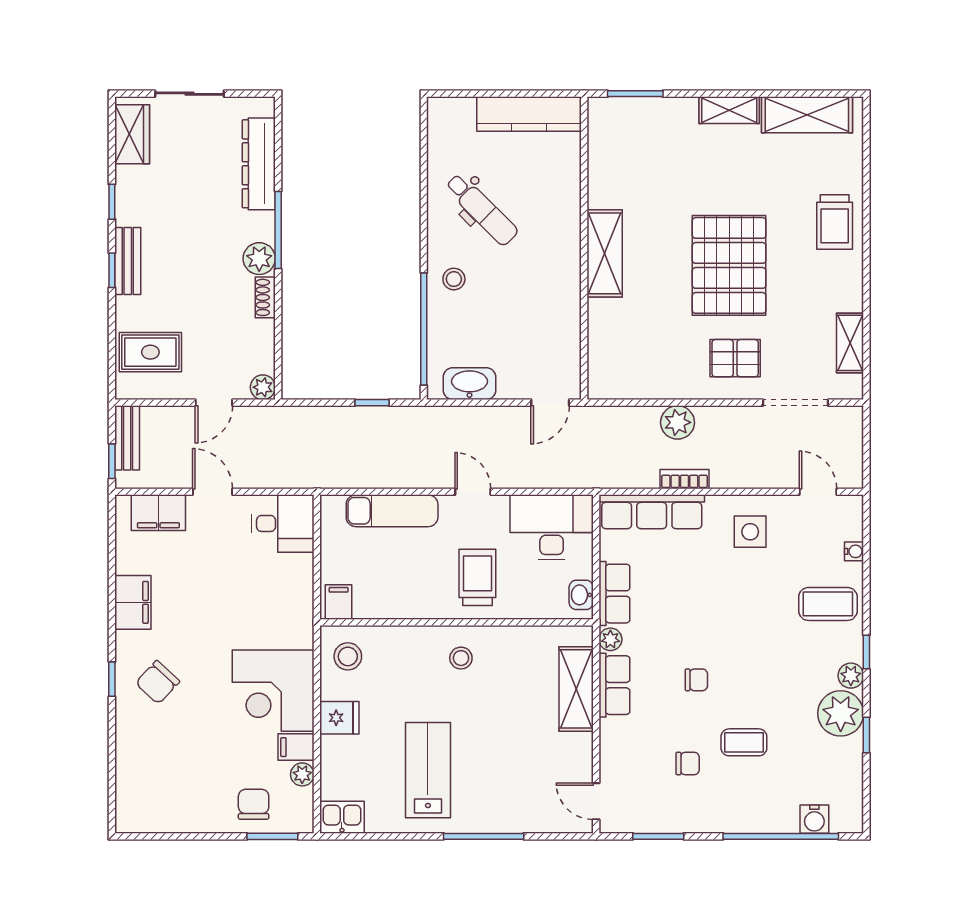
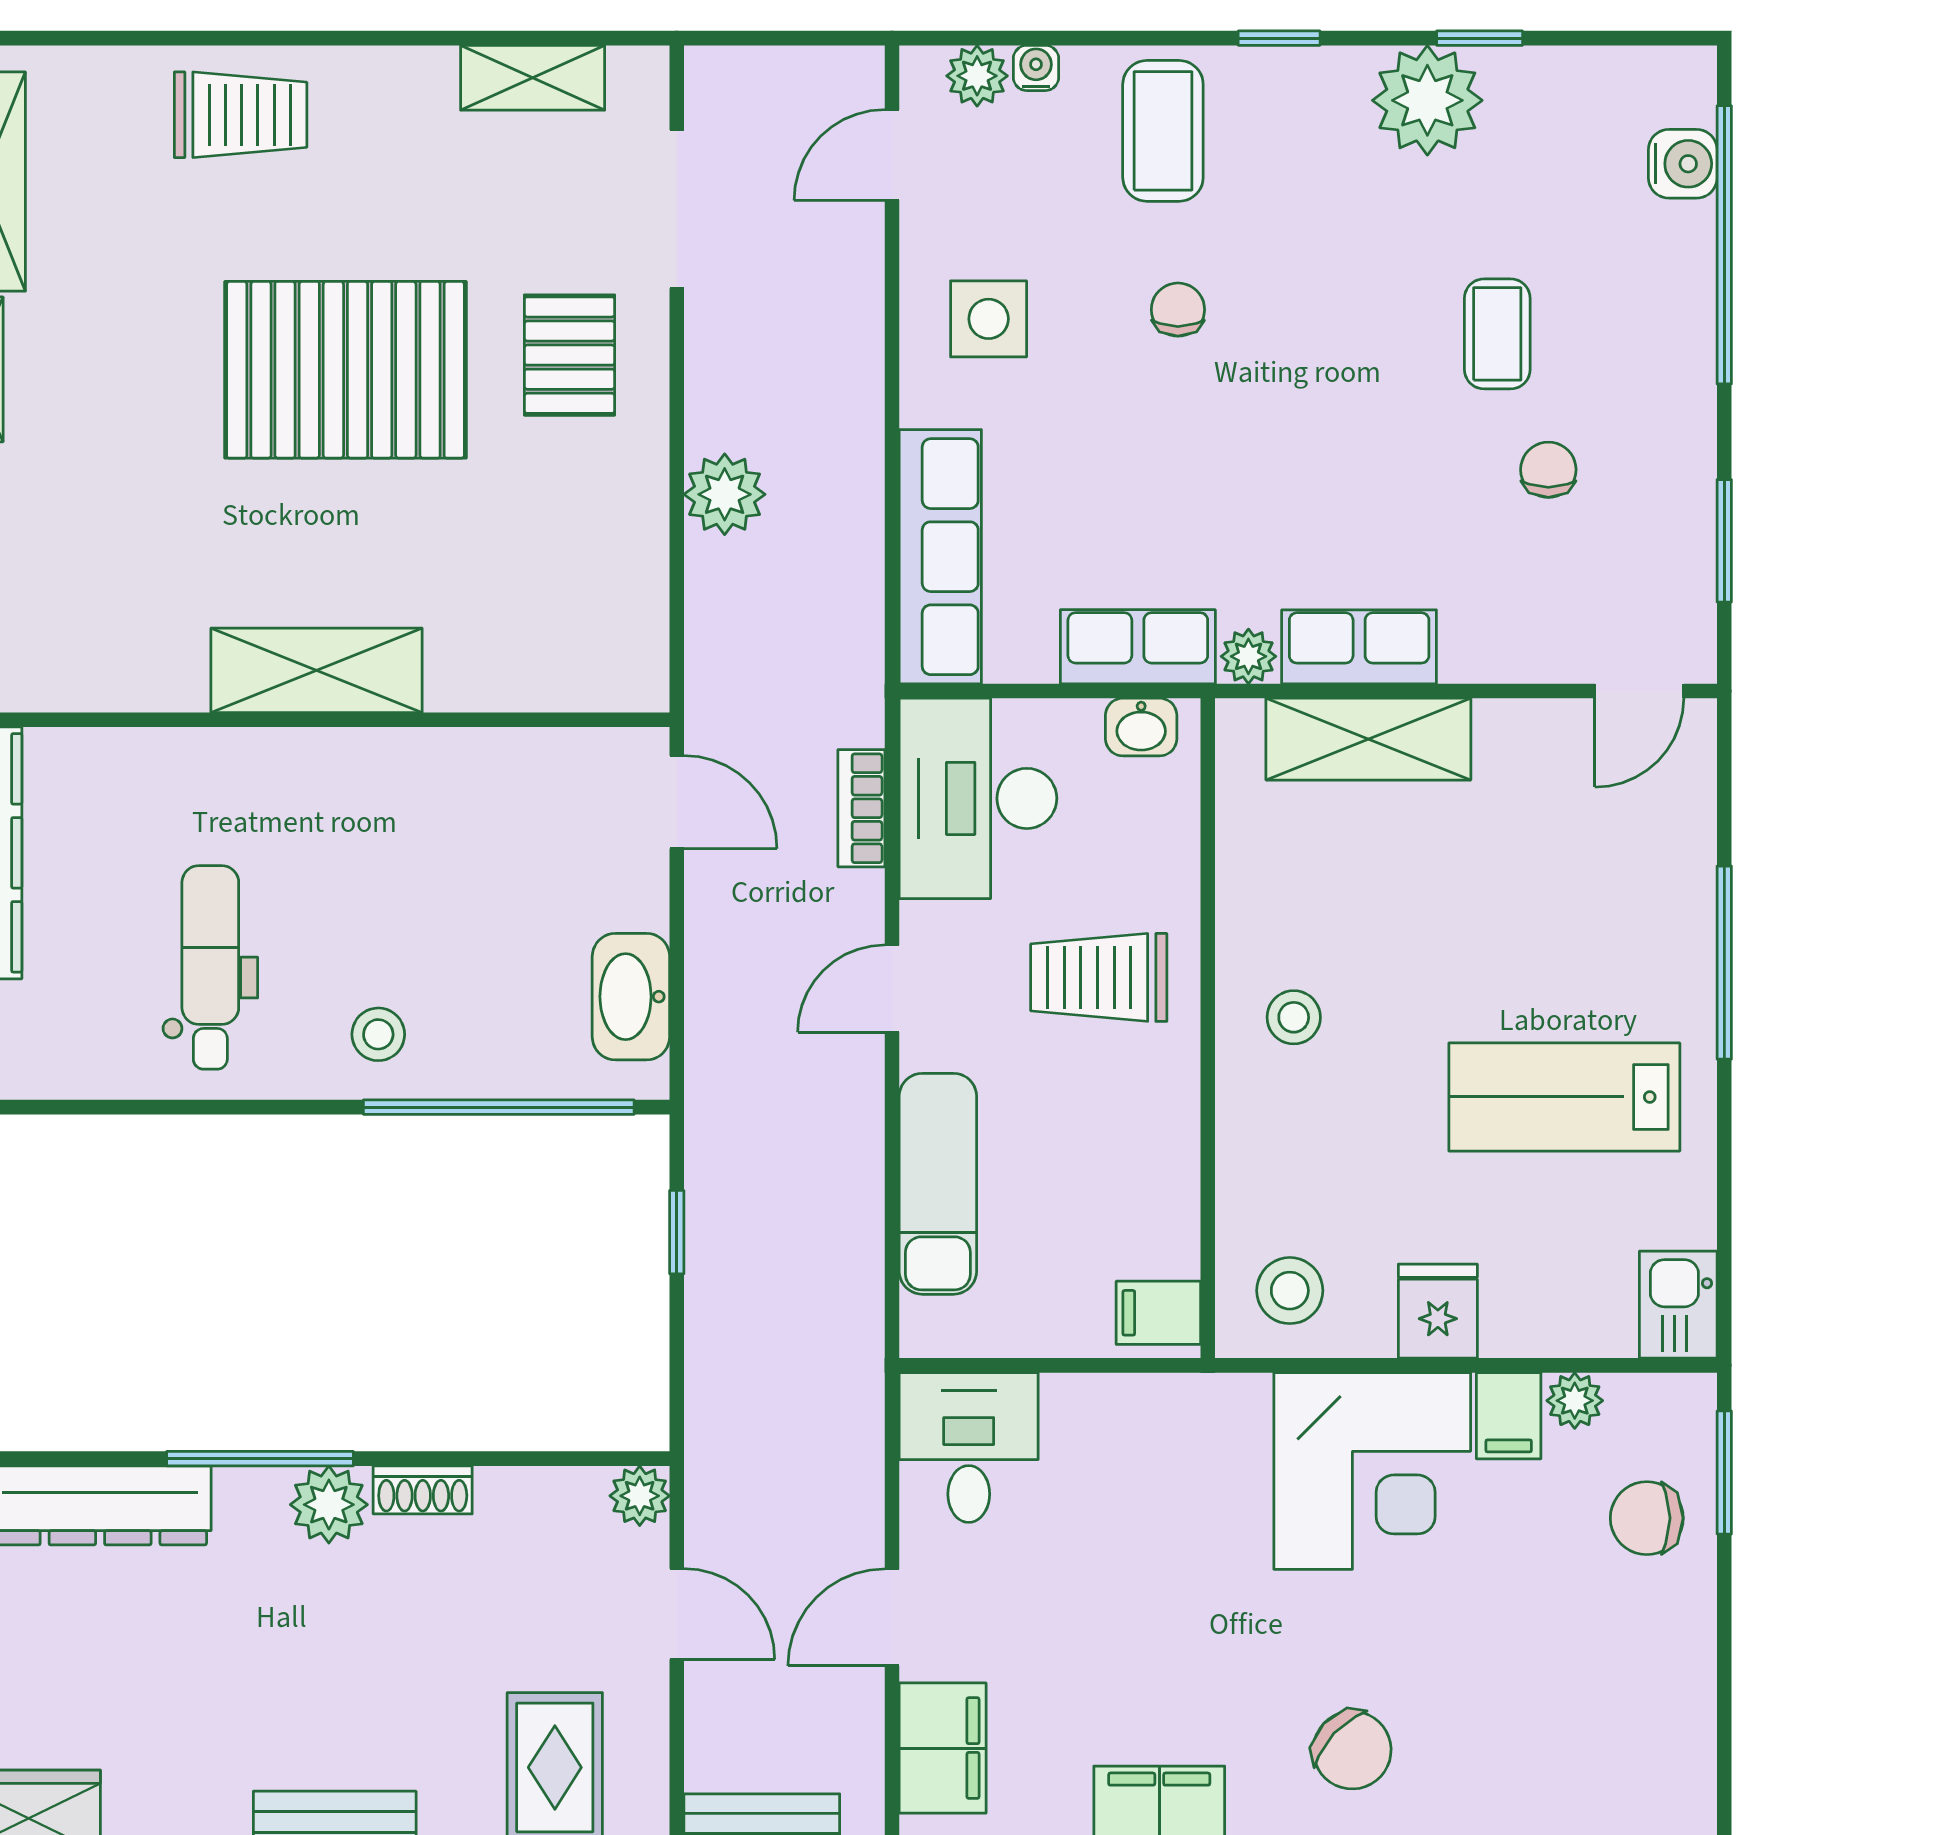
dental chair: (482, 209) -> (210, 967), turned -45
bookcase: (684, 479) -> (861, 808), moved
plant: (851, 676) -> (977, 76), moved
chair: (696, 680) -> (1178, 310), moved

